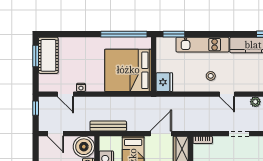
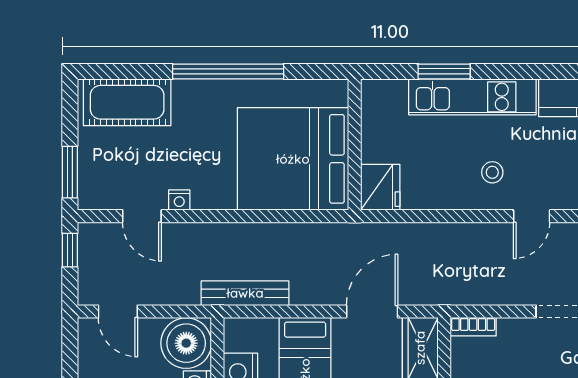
window: (124, 34) -> (228, 71), moved
window: (174, 34) -> (444, 71), moved
cot: (48, 55) -> (127, 102), moved, turned 90
window: (36, 56) -> (70, 172), moved
door: (227, 94) -> (532, 216), hinge flipped

